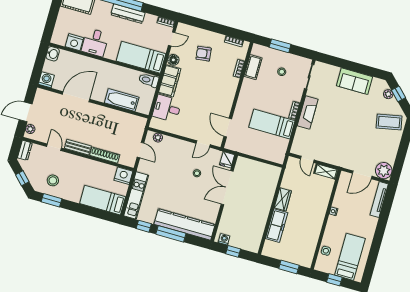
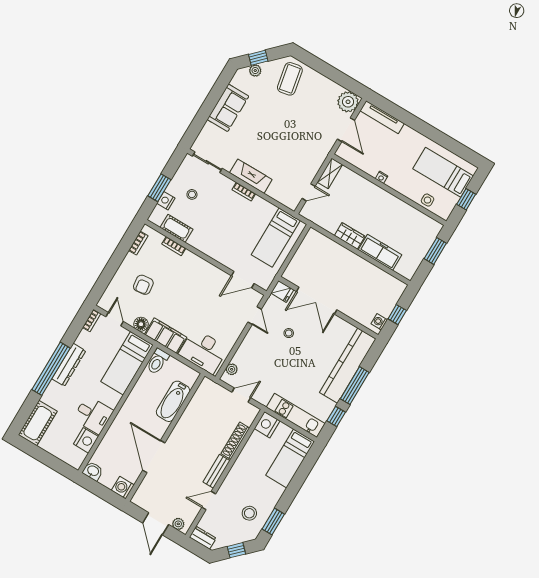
nightstand: (272, 53) -> (166, 201), added
desk: (167, 108) -> (203, 351), width x1.37
bed: (272, 124) -> (276, 238), moved

